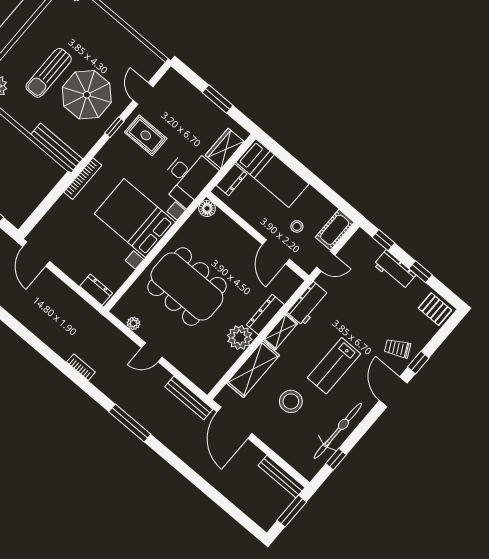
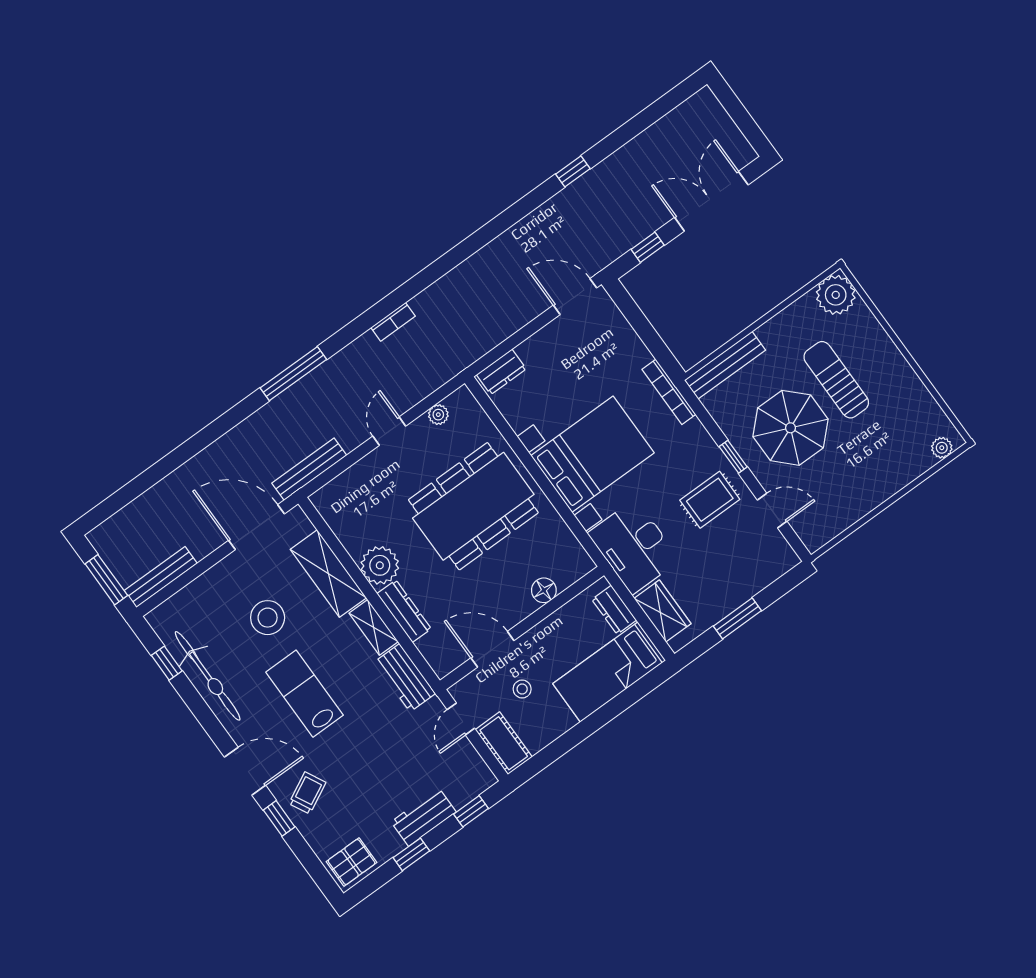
floor lamp: (207, 208) -> (544, 590), moved

